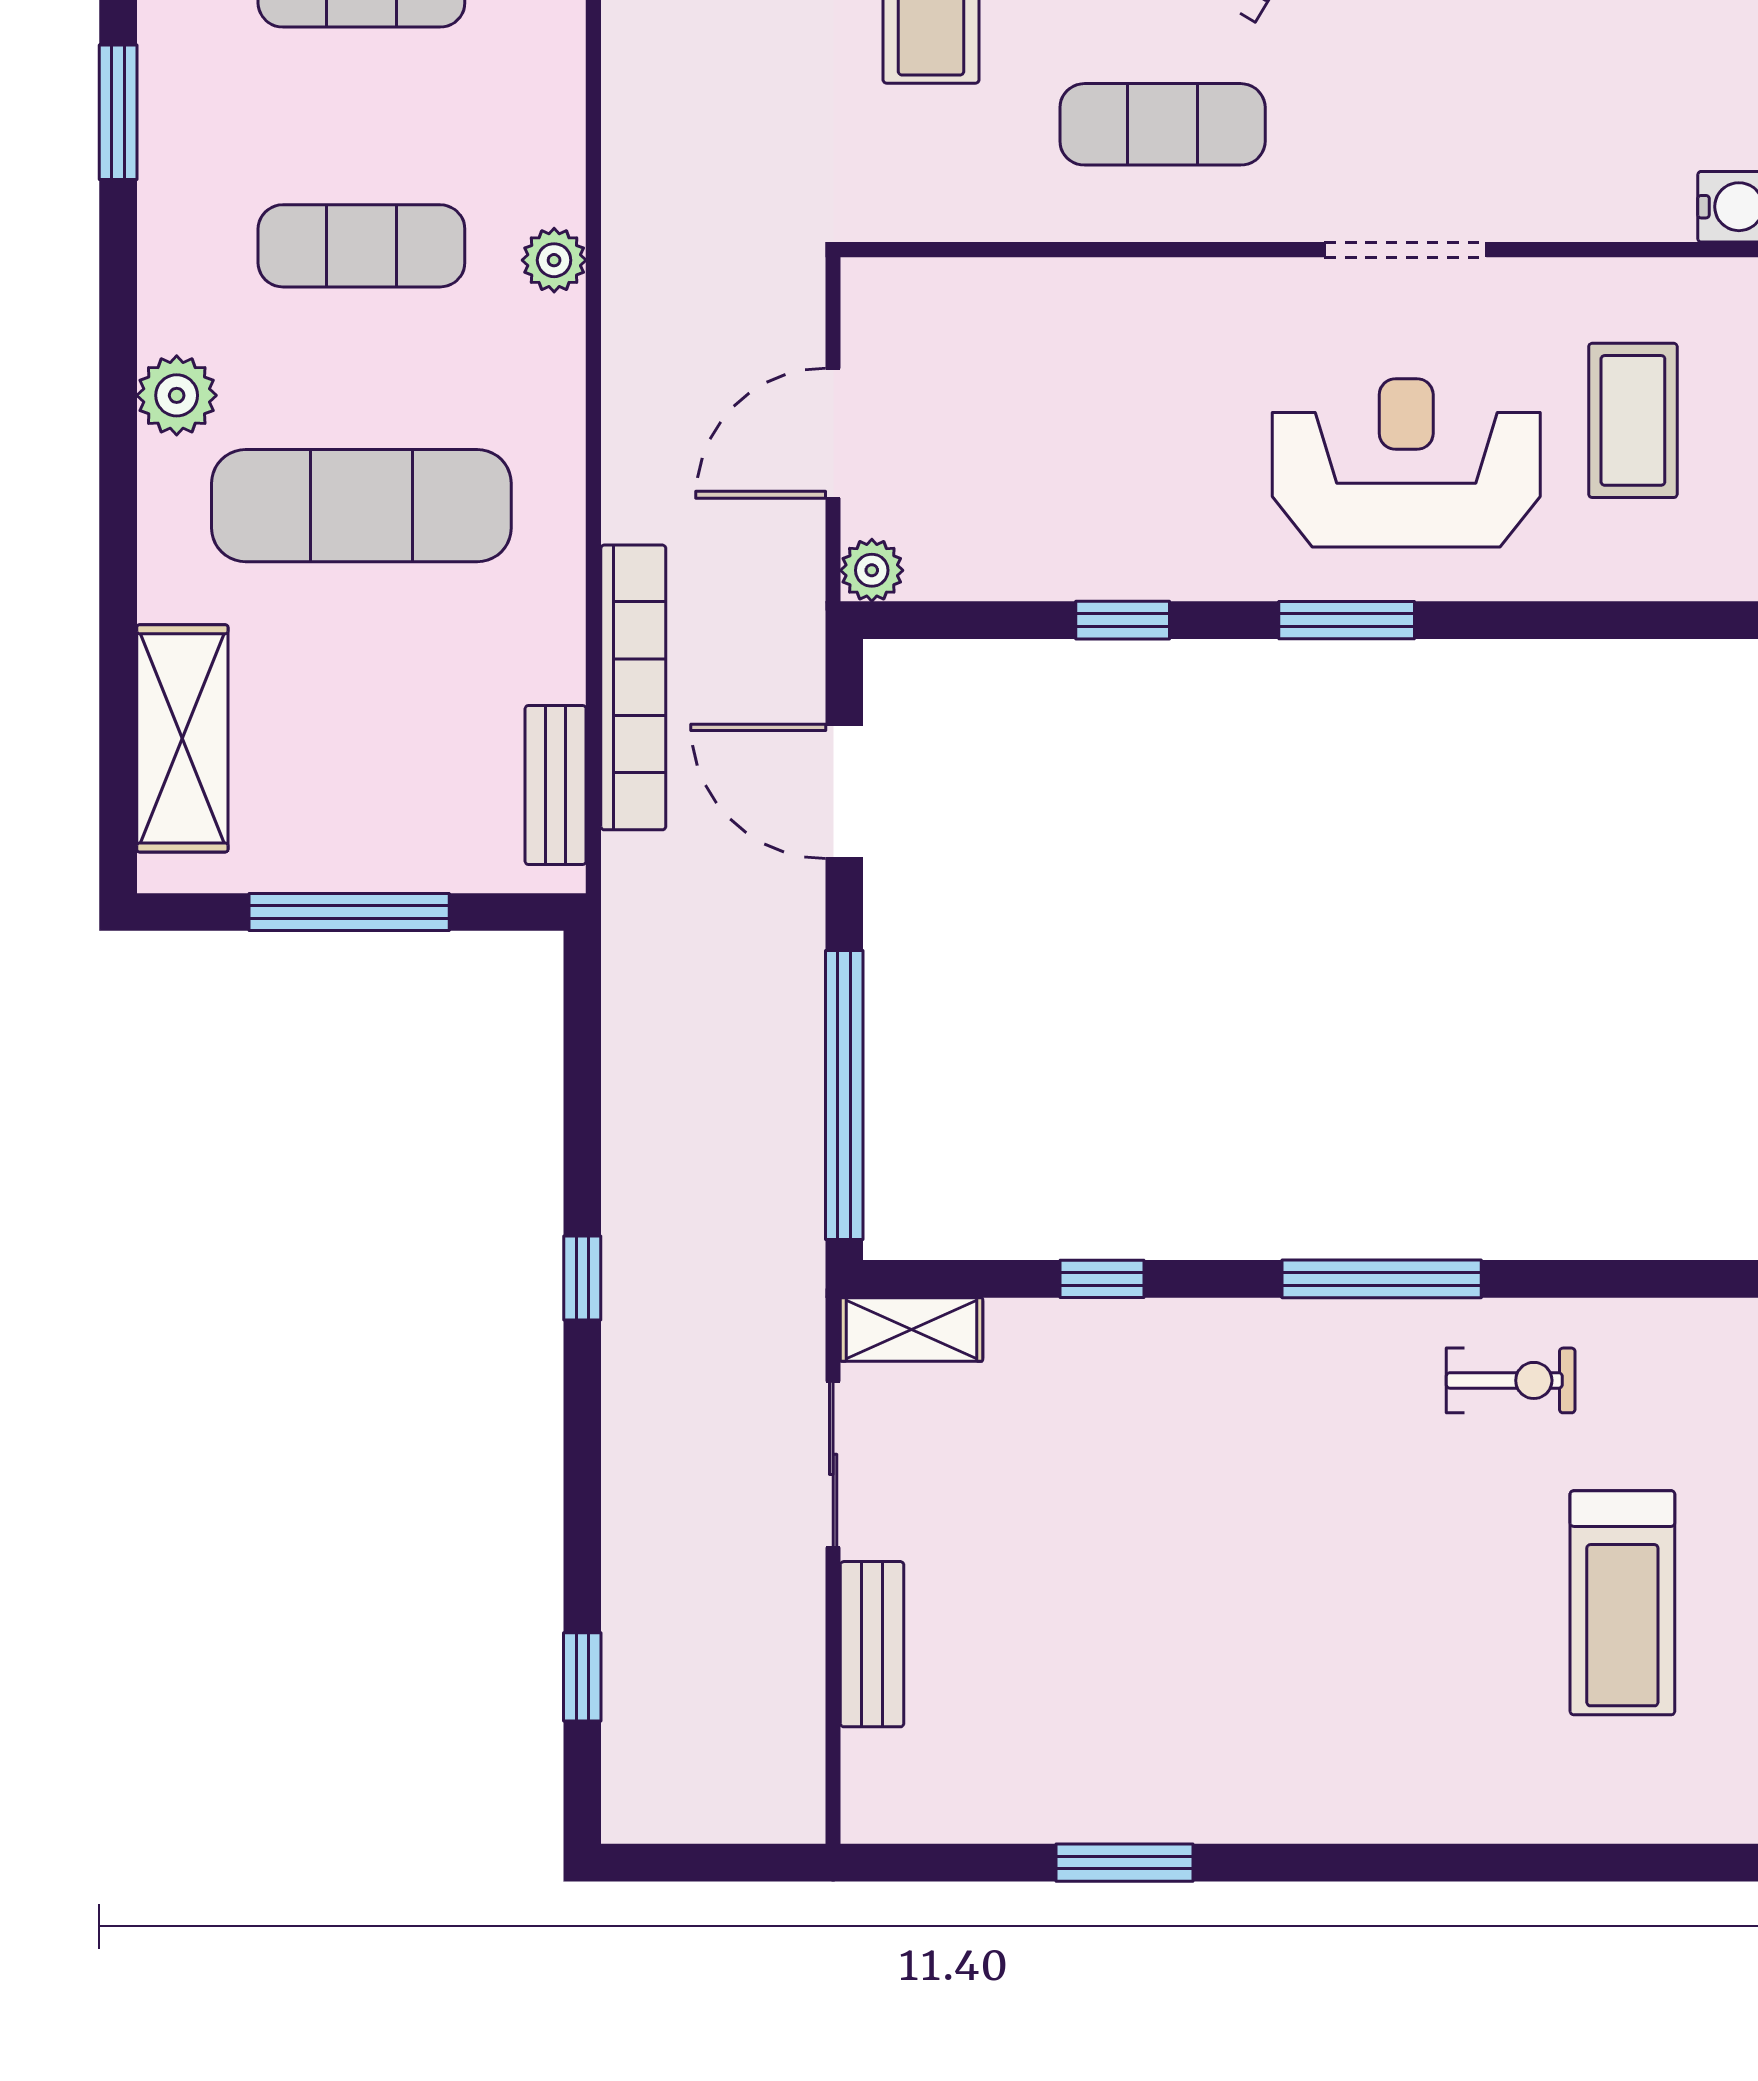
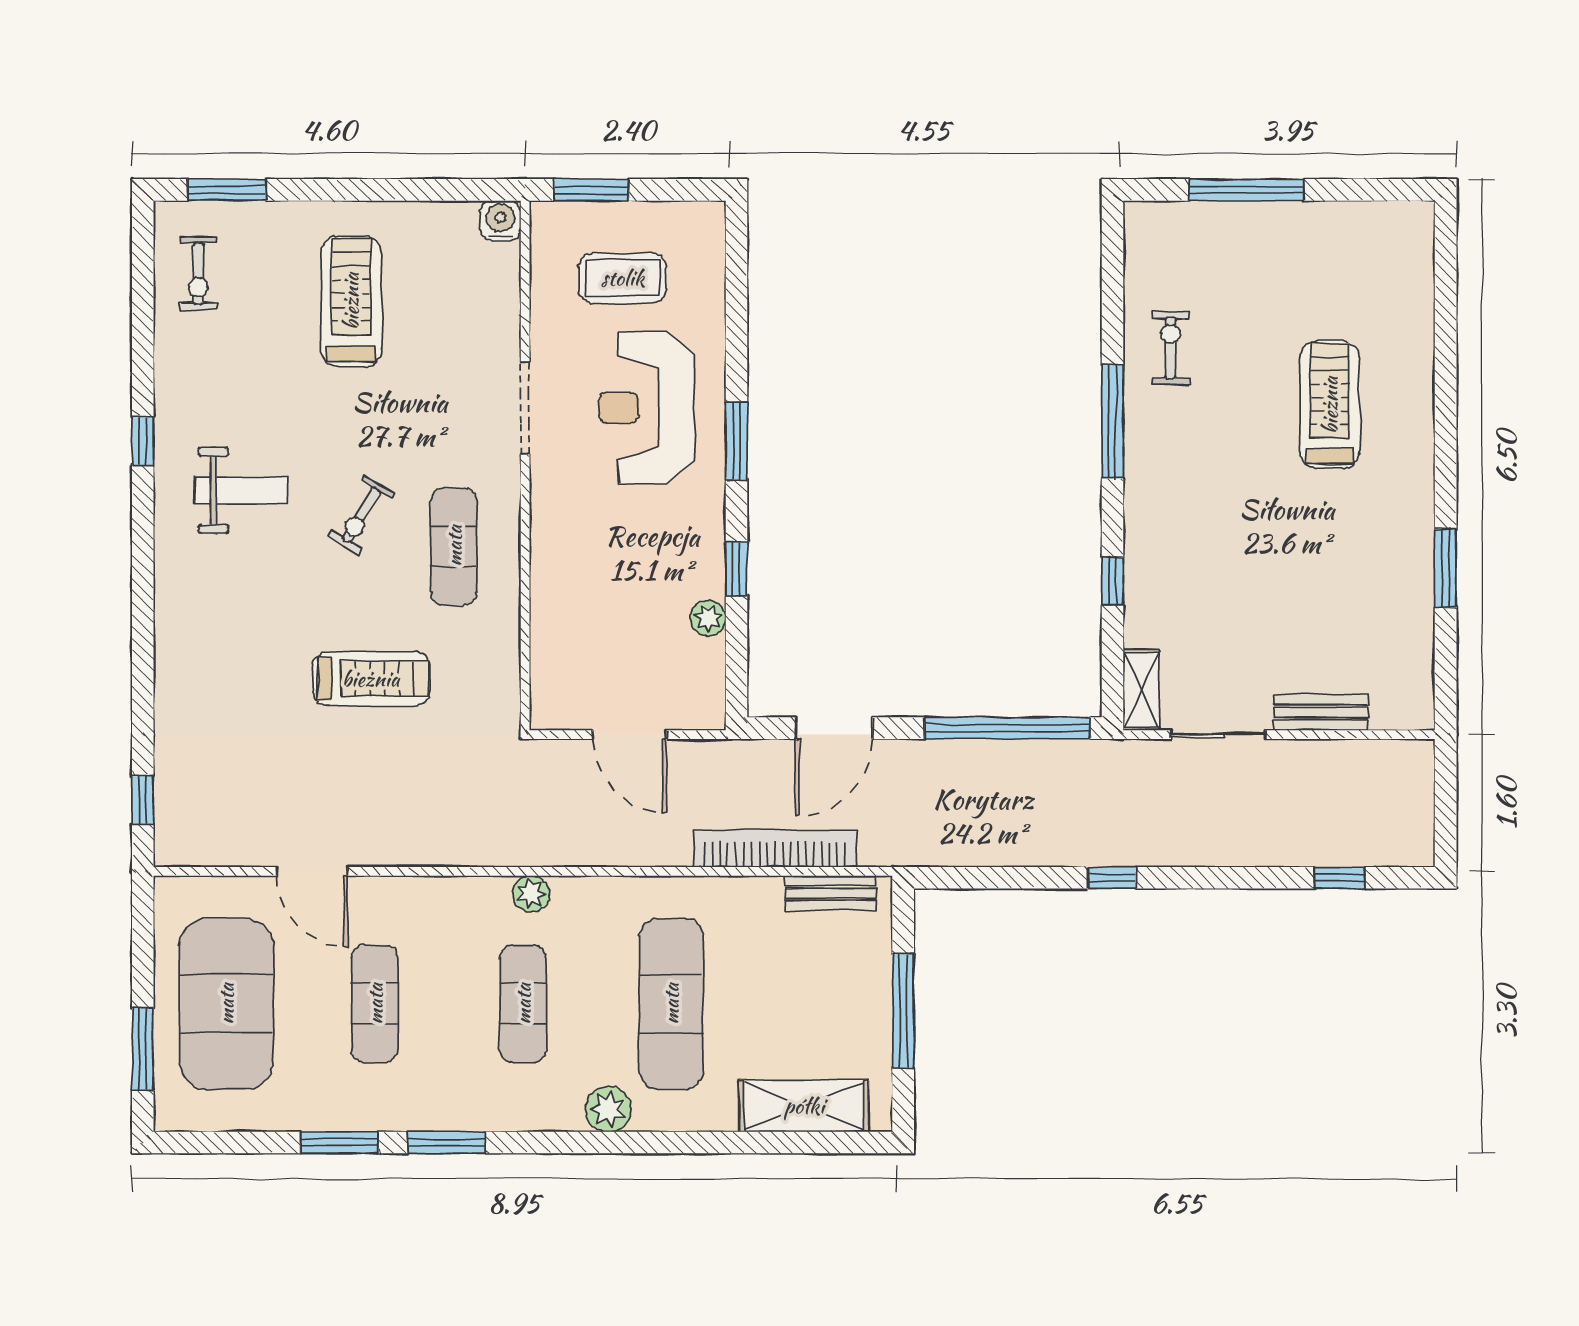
plant: (872, 570) -> (708, 618), moved
treadmill: (1622, 1603) -> (1330, 405), moved, turned -90

